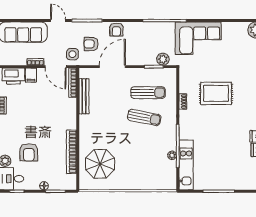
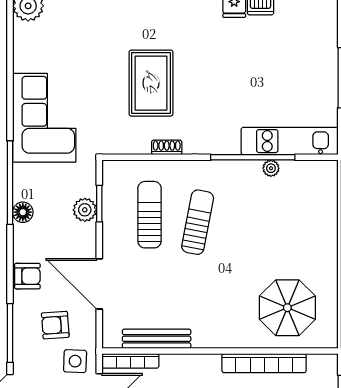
floor lamp: (149, 27) -> (23, 212), added
armchair: (91, 44) -> (55, 325), turned 86
plant: (163, 59) -> (85, 210), moved

